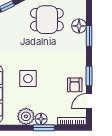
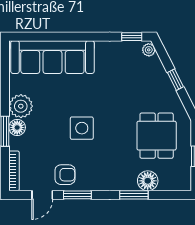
side table: (28, 79) -> (82, 128), moved
armchair: (75, 85) -> (65, 175), turned 180
door: (89, 101) -> (42, 195), swing flipped

